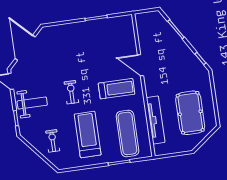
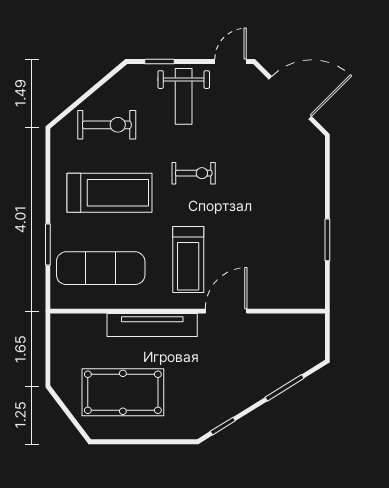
tv unit: (156, 120) -> (152, 325), moved
exercise bike: (53, 141) -> (107, 125), width x1.38, depth x1.39

